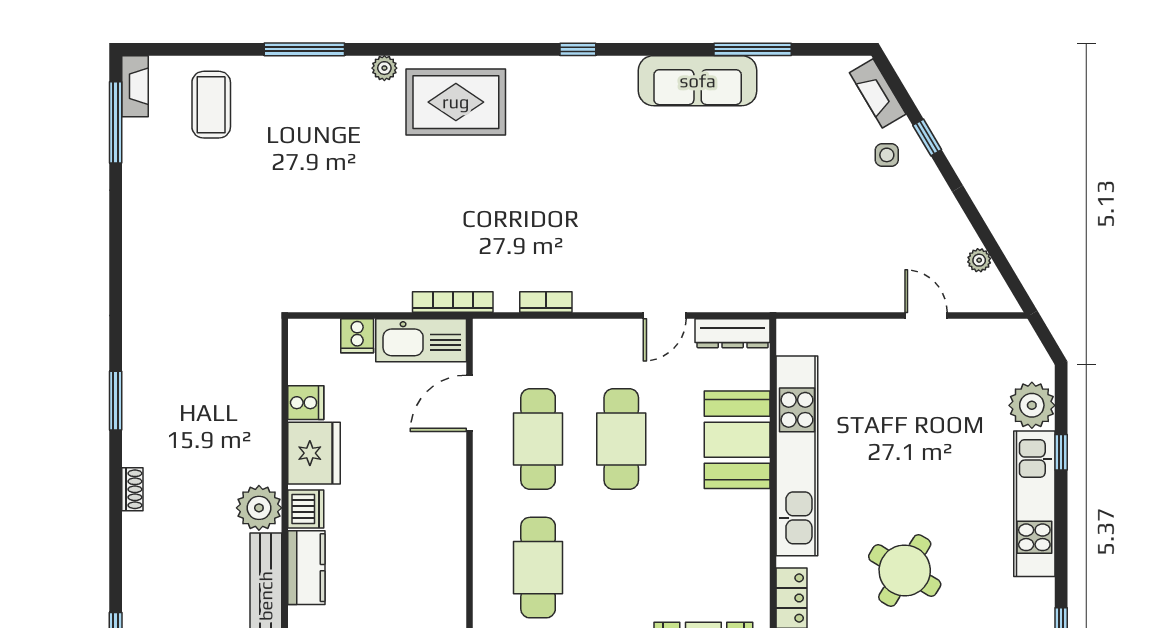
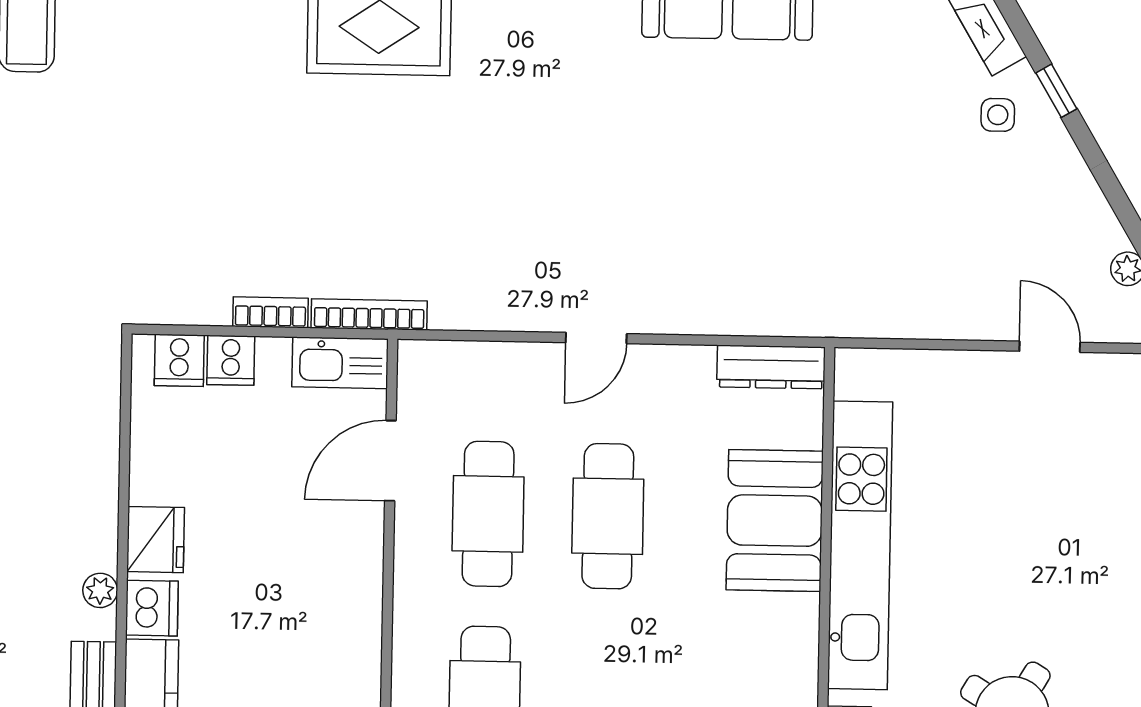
bookcase: (546, 302) -> (270, 312), moved
door: (665, 315) -> (596, 338), moved
kitchen sink: (421, 340) -> (340, 363), width x0.73, depth x0.81
cooker: (306, 403) -> (179, 360), moved, turned 90
fridge: (314, 453) -> (156, 540), width x0.73, depth x0.75
plant: (259, 508) -> (100, 590), width x0.53, depth x0.53

